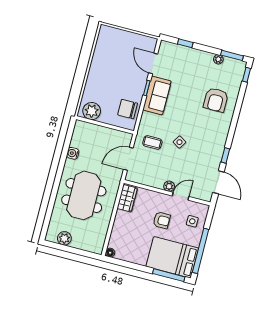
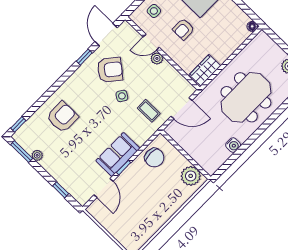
armchair: (200, 157) -> (110, 70), added
armchair: (162, 220) -> (183, 29), turned -90

